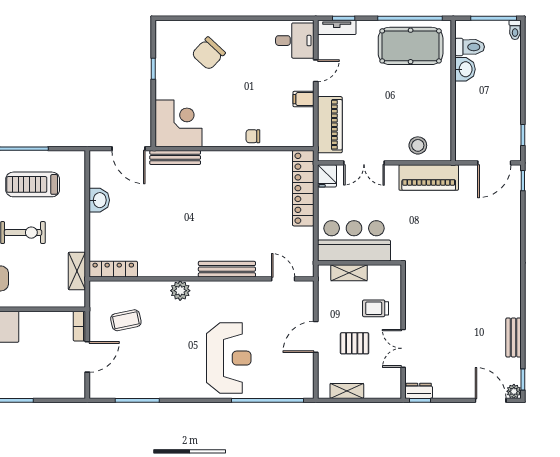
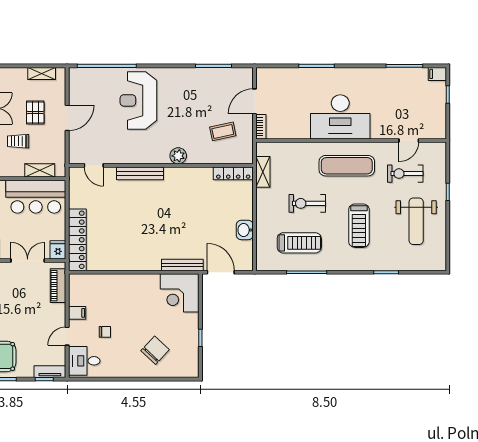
piano: (330, 125) -> (58, 286), width x0.73, depth x0.75
chair: (253, 136) -> (105, 332), moved
trolley: (375, 308) -> (18, 141), turned 180
pallet: (355, 343) -> (35, 113), turned 90

